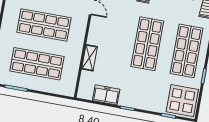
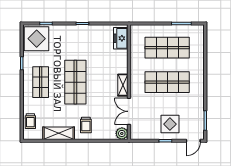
shop shelf: (187, 51) -> (41, 82), width x0.70, depth x0.74
shelving: (89, 58) -> (123, 85), moved
freezer: (106, 95) -> (121, 38), moved, turned 90

